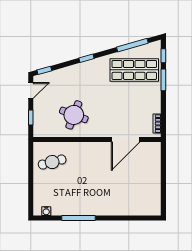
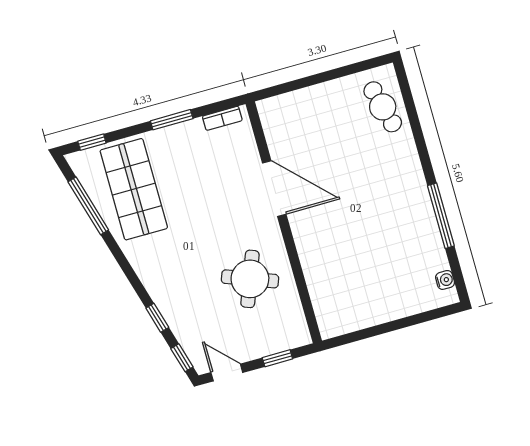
window: (87, 58) -> (157, 318), moved
window: (163, 80) -> (172, 120), moved
door: (126, 139) -> (274, 189), moved
cafe table: (52, 162) -> (383, 107), moved

